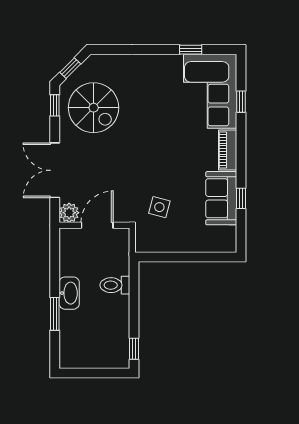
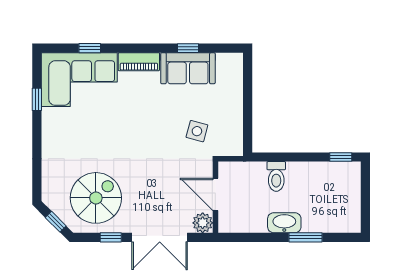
window: (55, 105) -> (111, 237), moved

